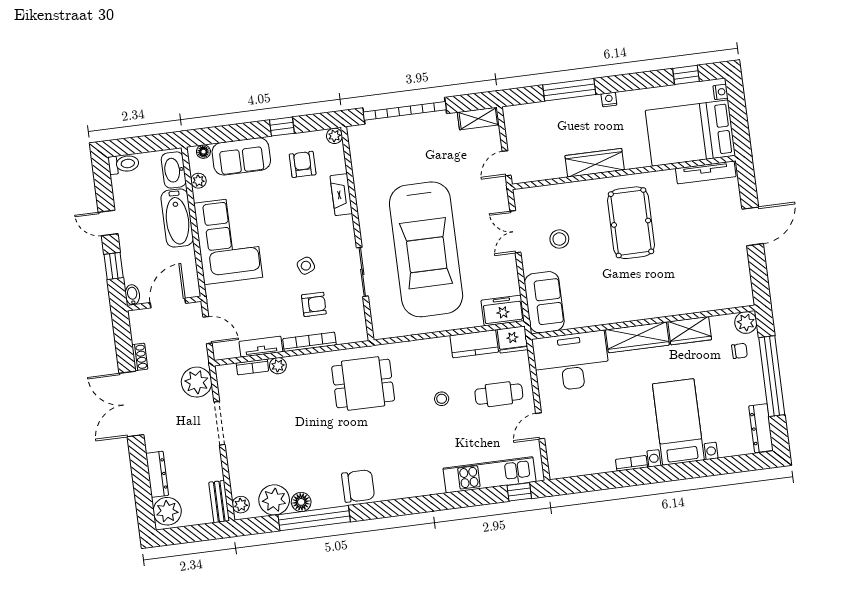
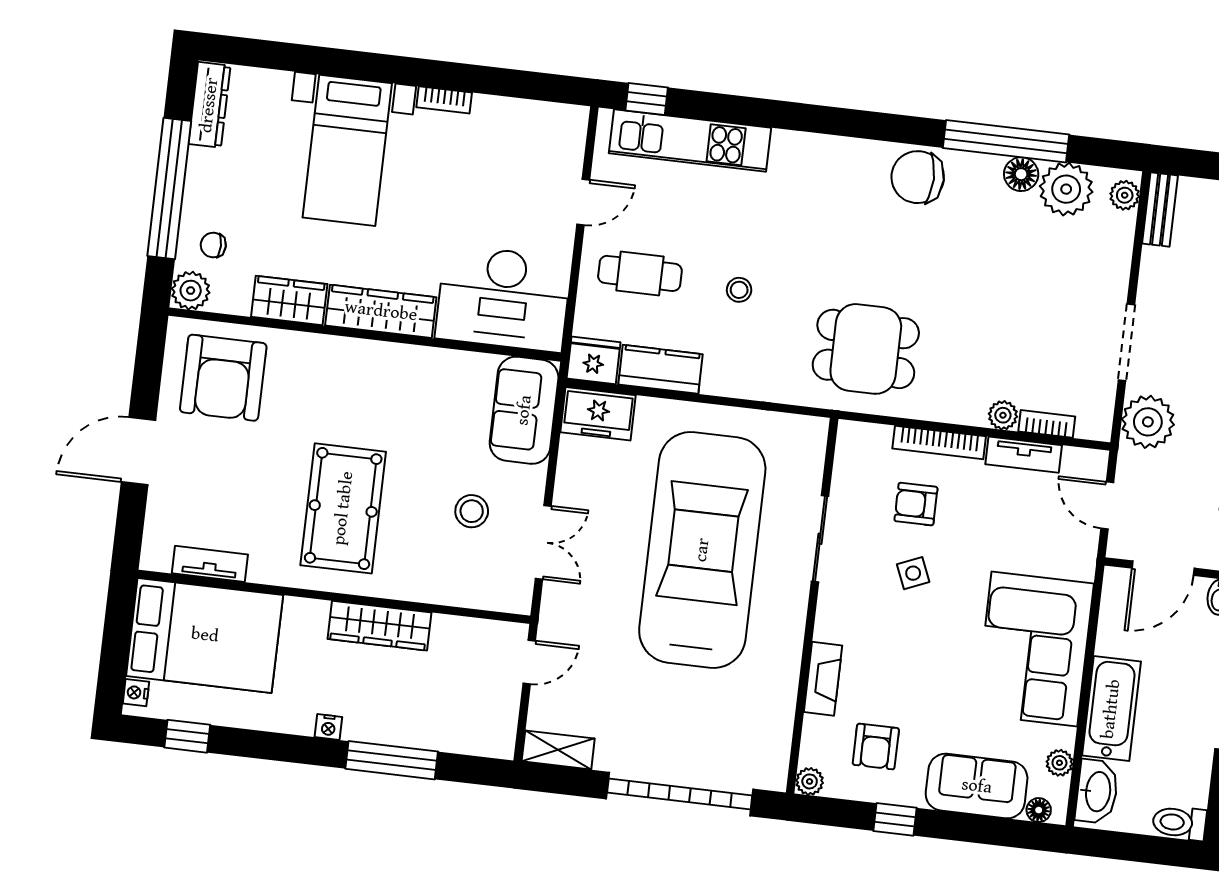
tv unit: (706, 172) -> (210, 564), width x0.71
armchair: (716, 279) -> (223, 378), added

